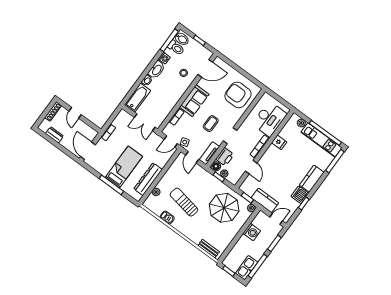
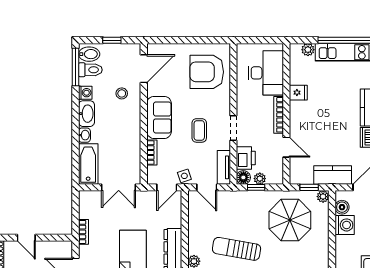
boiler: (257, 221) -> (342, 207), added

